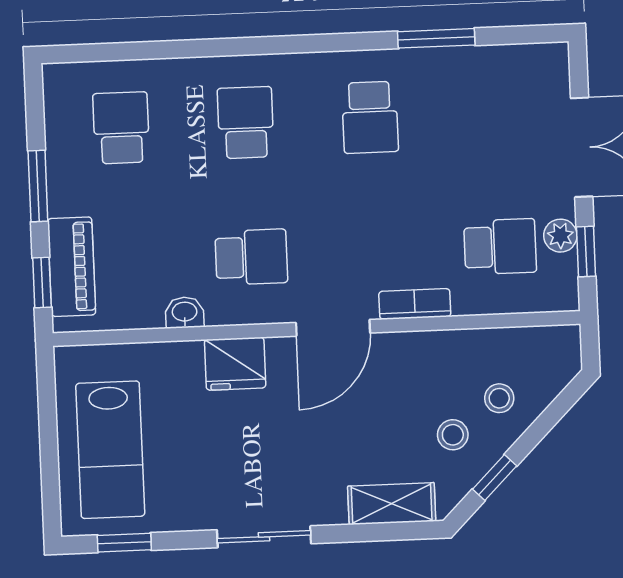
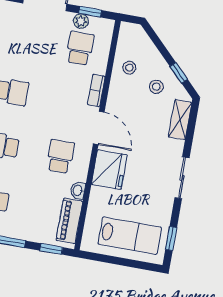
piano: (72, 267) -> (69, 221), moved, turned -90
fridge: (235, 364) -> (109, 170), width x1.36, depth x1.34
stool: (499, 398) -> (129, 68), moved

